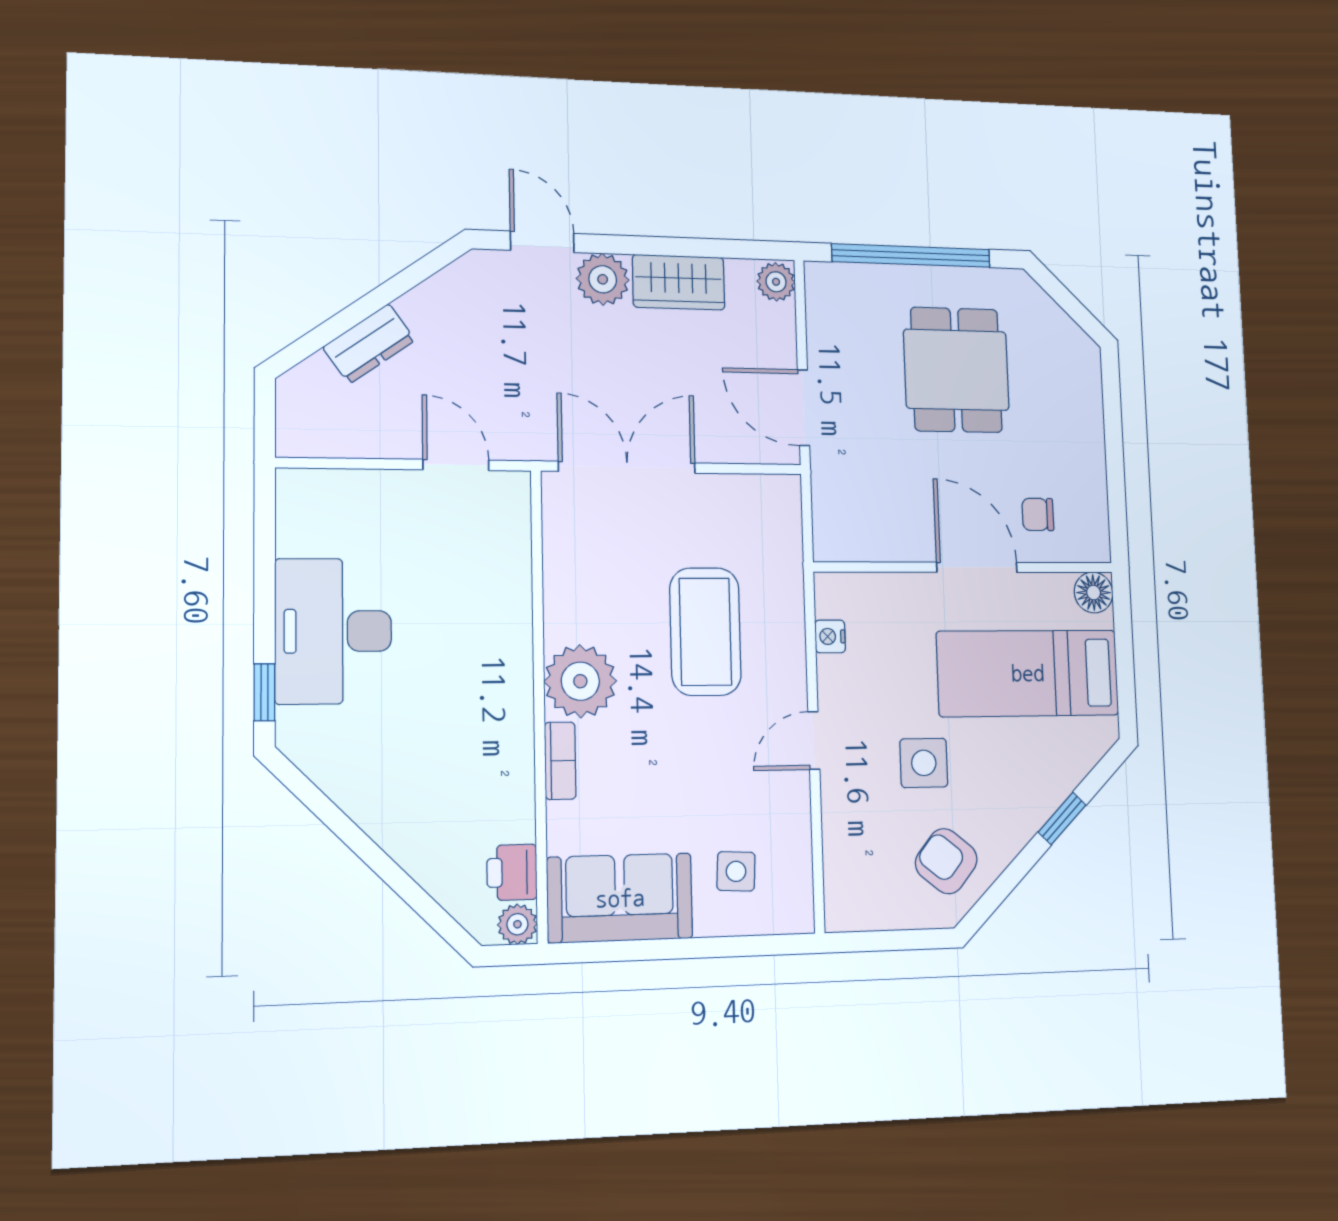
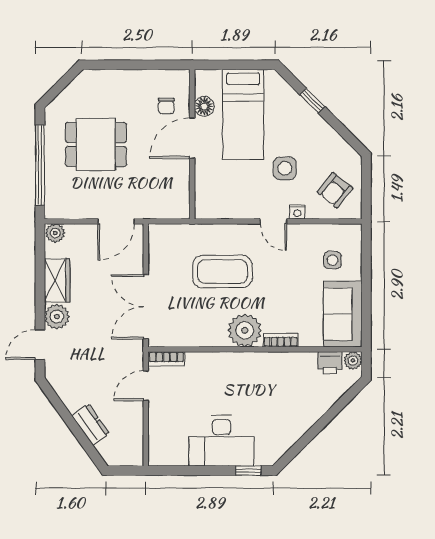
bookcase: (516, 510) -> (166, 359), added
floor lamp: (1094, 593) -> (204, 106), moved
nightstand: (830, 636) -> (297, 212), moved
armchair: (946, 861) -> (335, 190), moved

